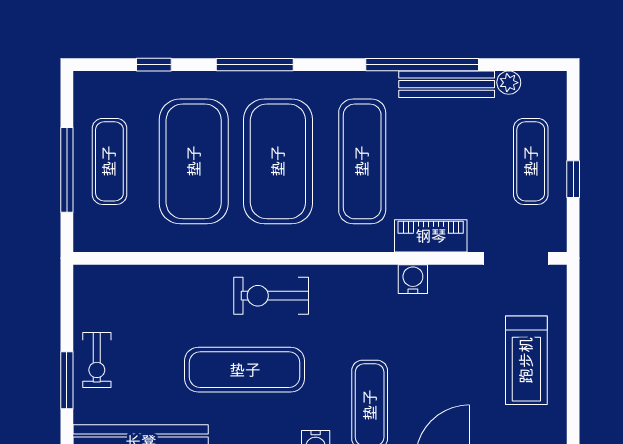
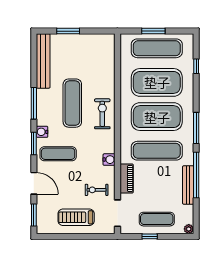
window: (255, 65) -> (196, 128), moved
plant: (509, 83) -> (189, 229), moved
exercise mat: (109, 161) -> (157, 48), width x1.36, depth x1.45
window: (67, 170) -> (153, 31), width x0.69
water cooler: (413, 279) -> (109, 160), moved
exercise bike: (97, 360) -> (97, 190), moved

